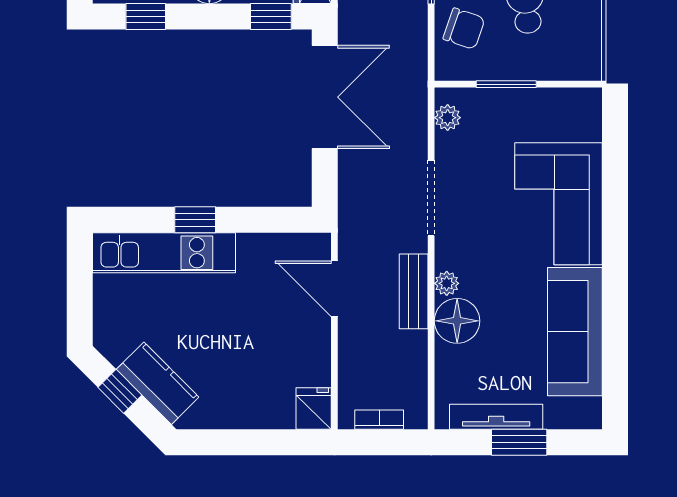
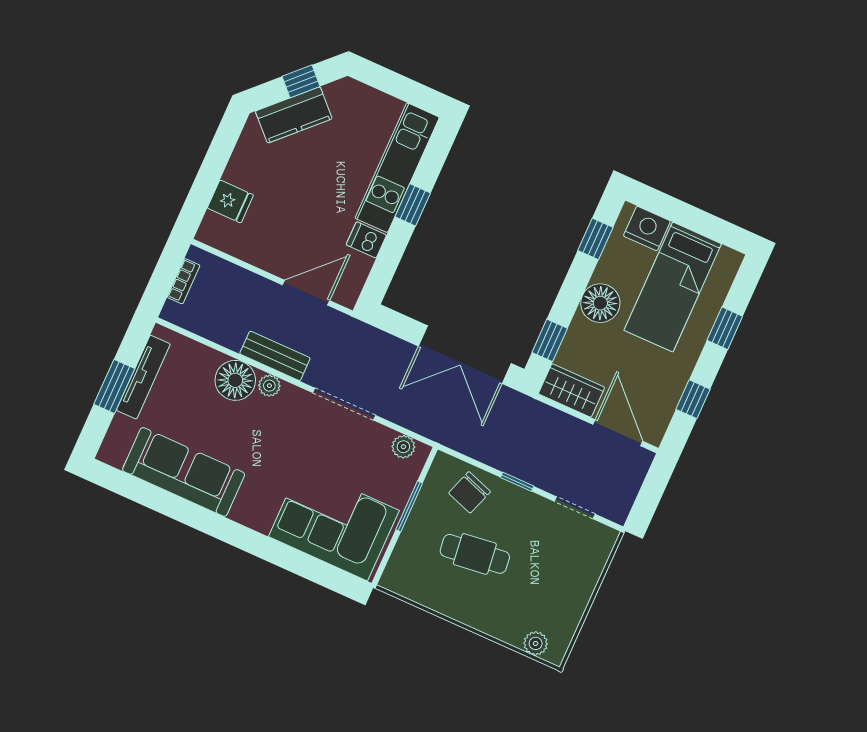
corner sofa: (559, 204) -> (334, 524), moved
dishwasher: (252, 251) -> (366, 240), added
fridge: (314, 408) -> (230, 201), moved

